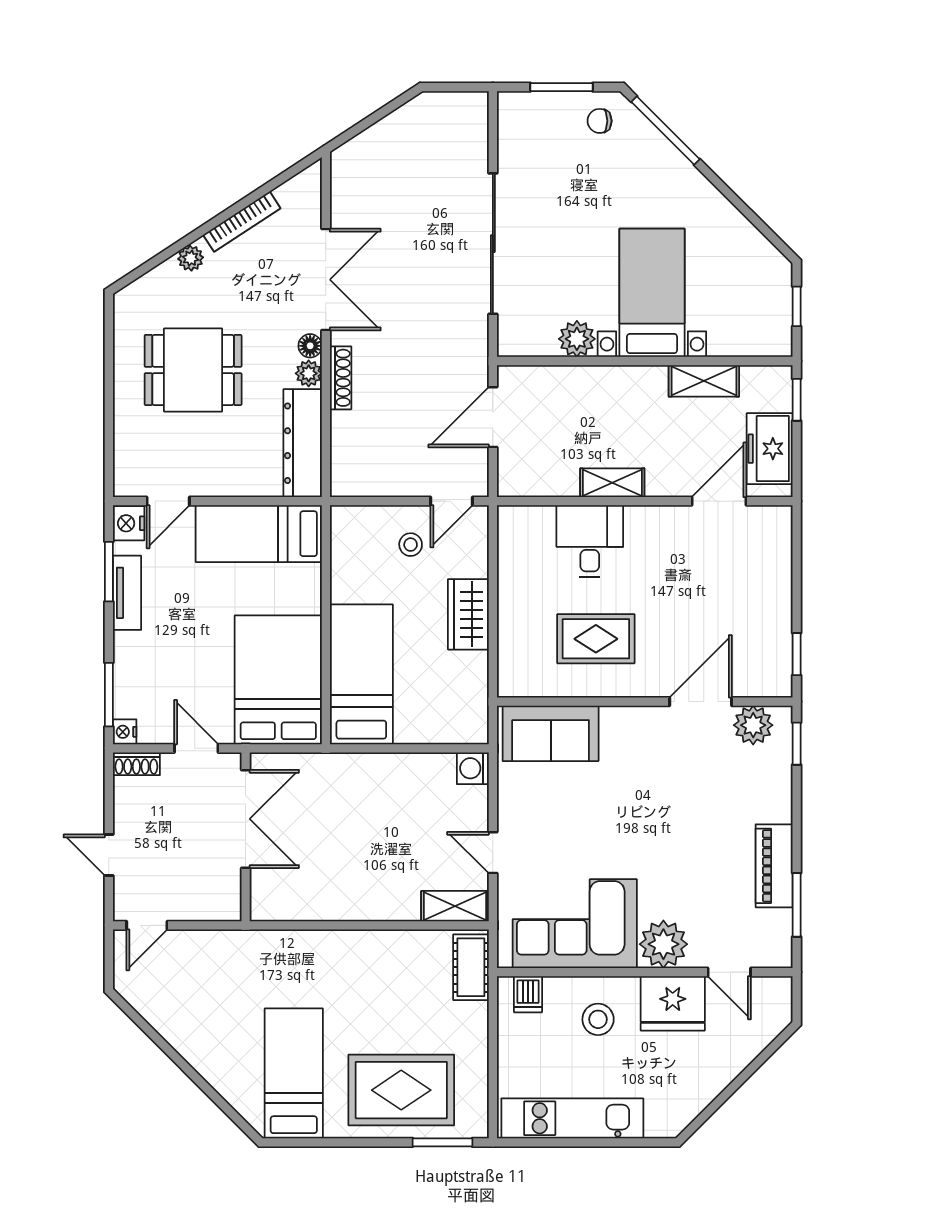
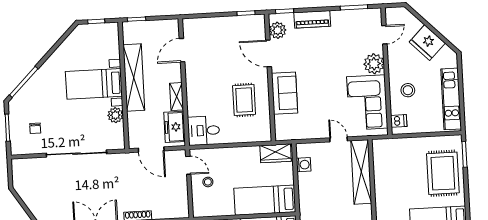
chair: (600, 121) -> (35, 128), moved
shelving: (704, 381) -> (134, 78), width x2.20, depth x1.33
freezer: (770, 449) -> (175, 127), moved, turned 90
door: (719, 501) -> (182, 50), hinge flipped
desk: (590, 541) -> (204, 131), moved
wardrobe: (468, 614) -> (276, 153), moved
sofa: (551, 733) -> (285, 93), moved
washing machine: (473, 768) -> (304, 165), moved, turned -90
door: (493, 853) -> (339, 139), swing flipped
piano: (774, 866) -> (312, 19), moved
shelving: (455, 906) -> (361, 172), width x2.20, depth x1.33
cot: (471, 967) -> (388, 146), removed
fridge: (673, 1003) -> (427, 43), moved, turned 135

